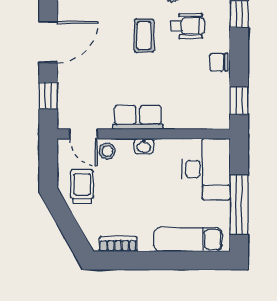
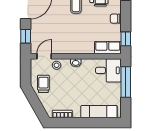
row of seats: (138, 117) -> (108, 48), moved
door: (84, 134) -> (44, 56), swing flipped
desk: (206, 169) -> (108, 70), width x0.73
window: (239, 205) -> (126, 82), moved

